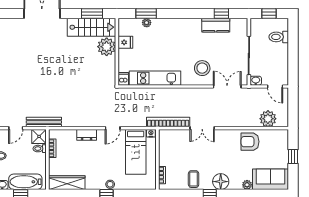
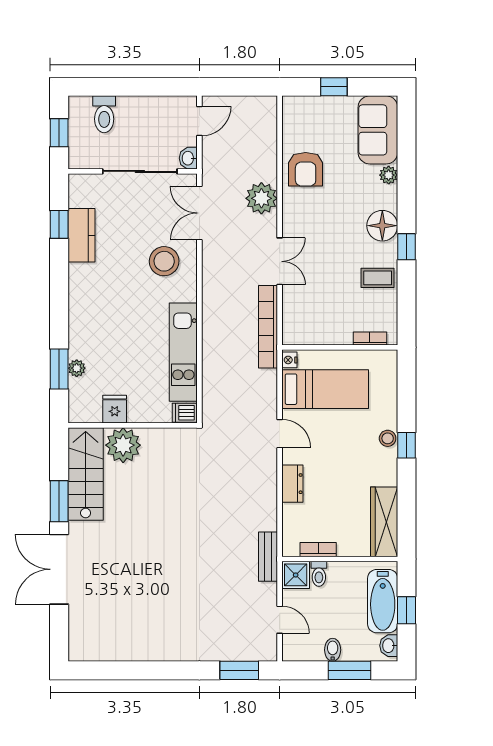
window: (92, 13) -> (59, 501), moved
plant: (268, 119) -> (261, 198), moved
bench: (44, 122) -> (268, 557), width x0.73

